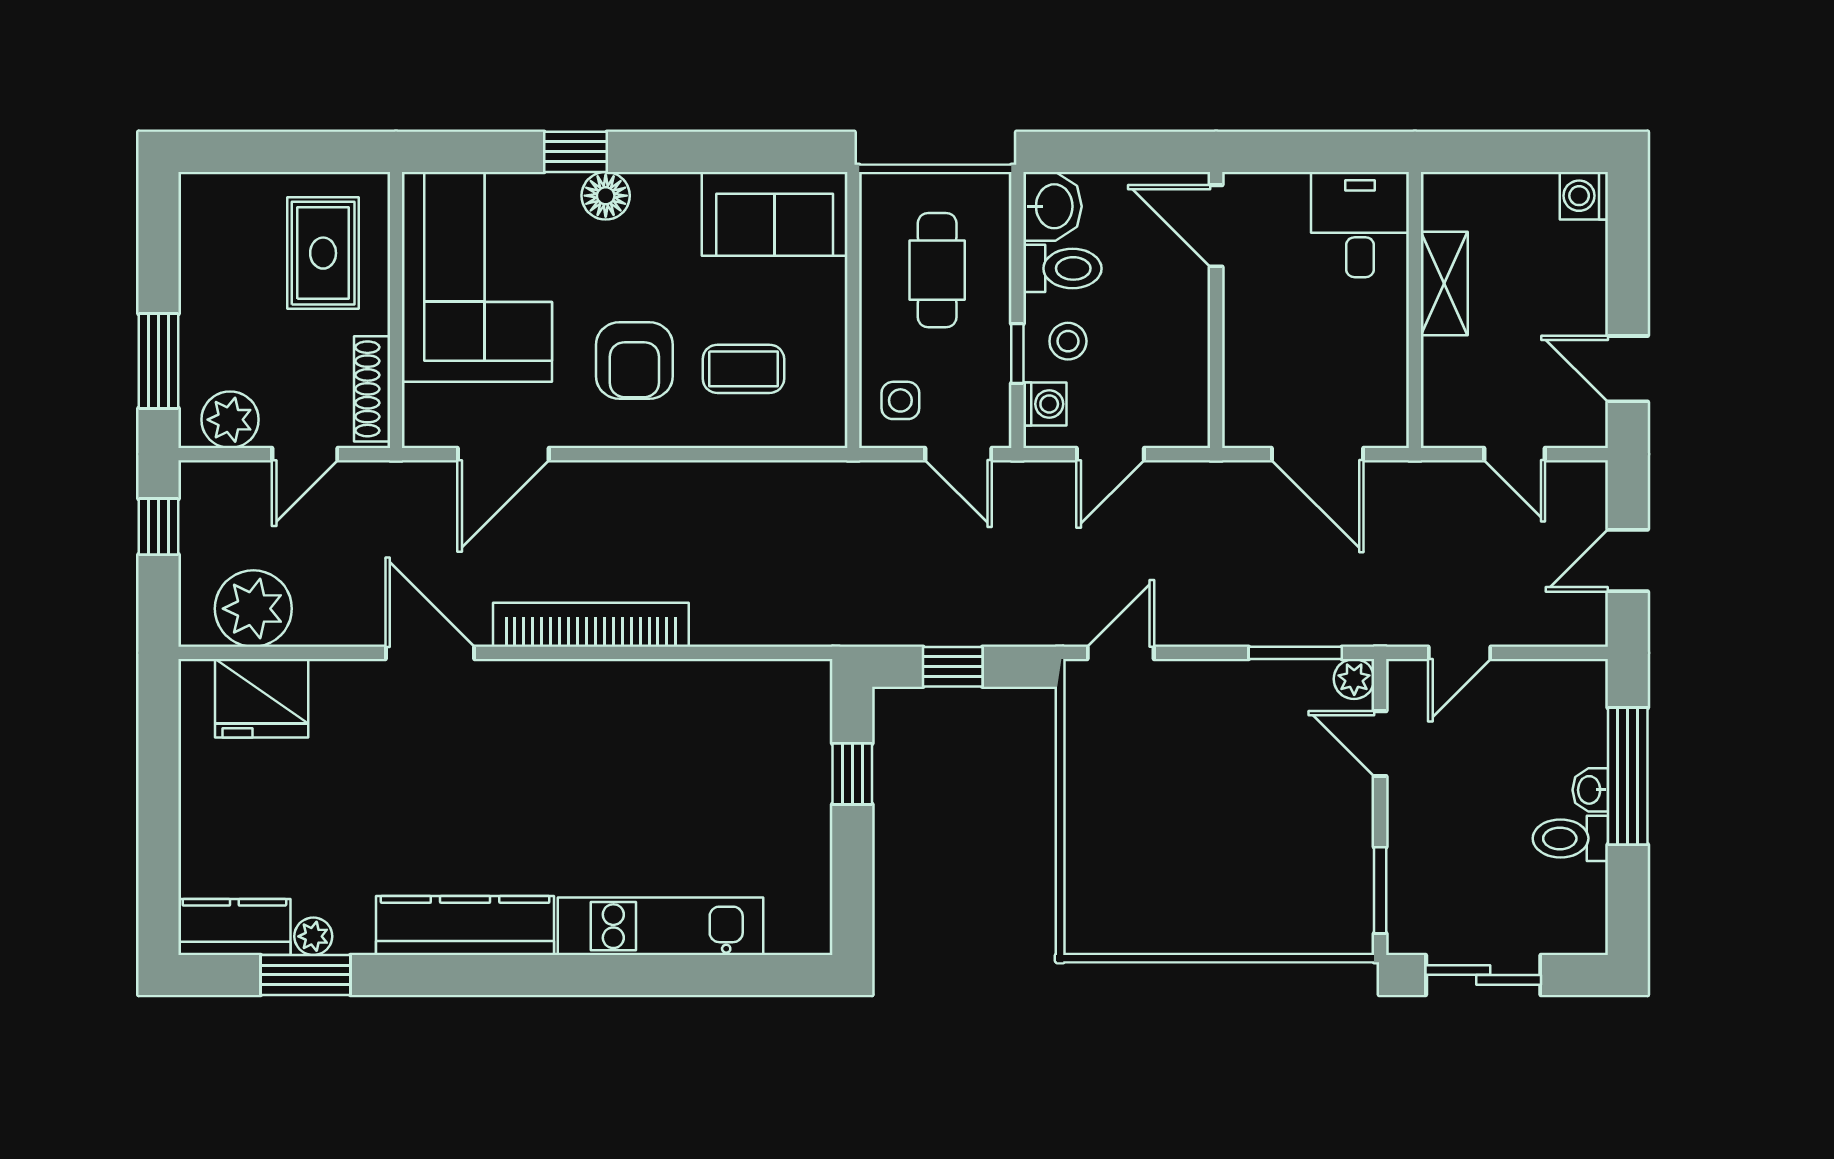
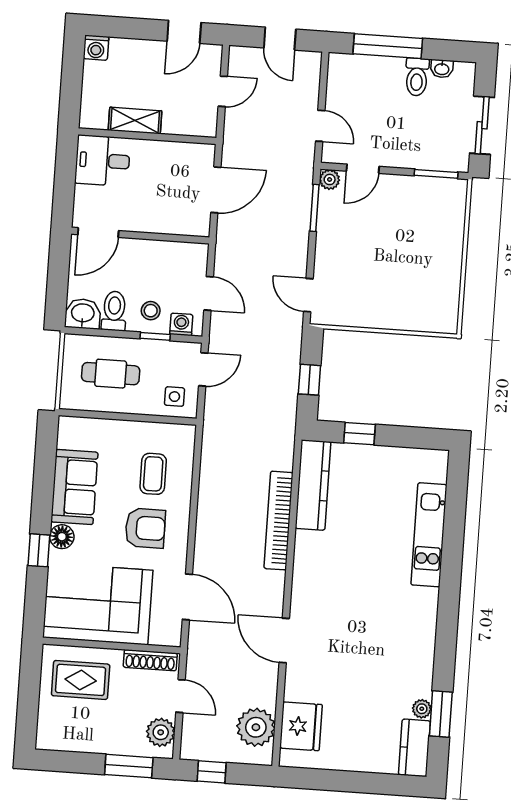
sofa: (775, 214) -> (74, 487), moved
bookcase: (591, 625) -> (278, 521), moved
door: (430, 653) -> (284, 640), hinge flipped
washbasin: (1590, 790) -> (442, 69), moved
kitchen counter: (465, 925) -> (313, 485), moved, turned 180

